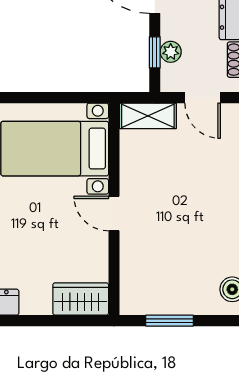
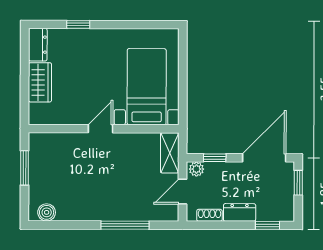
plant: (171, 52) -> (196, 169), moved
wardrobe: (81, 299) -> (40, 82), moved

